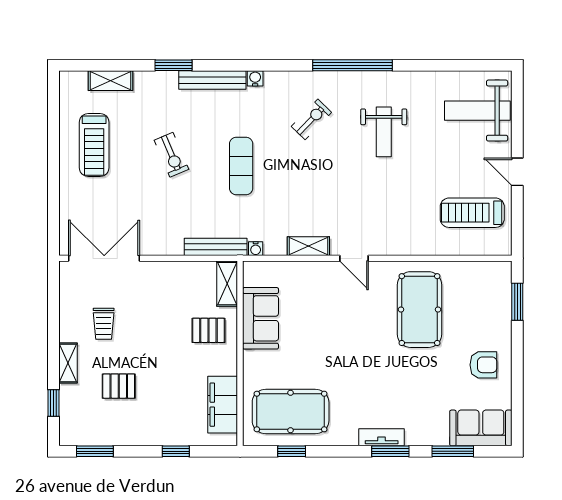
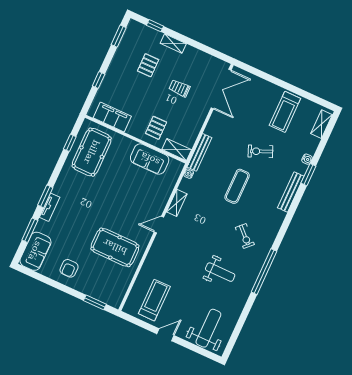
water cooler: (255, 78) -> (307, 159), moved
shelving: (110, 81) -> (321, 124), moved
weight bench: (384, 132) -> (220, 272), turned 180
treadmill: (94, 145) -> (285, 112), turned -90
exercise mat: (241, 166) -> (237, 186), turned 90
trolley: (104, 324) -> (179, 88), moved
tv unit: (382, 437) -> (50, 207), moved

